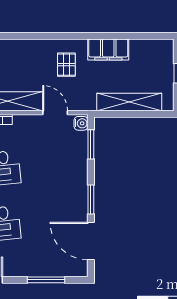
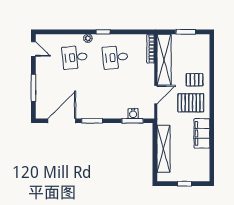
pallet: (35, 59) -> (195, 80), added
pallet: (66, 65) -> (191, 103), width x1.50, depth x1.42
water cooler: (81, 123) -> (133, 114), moved

